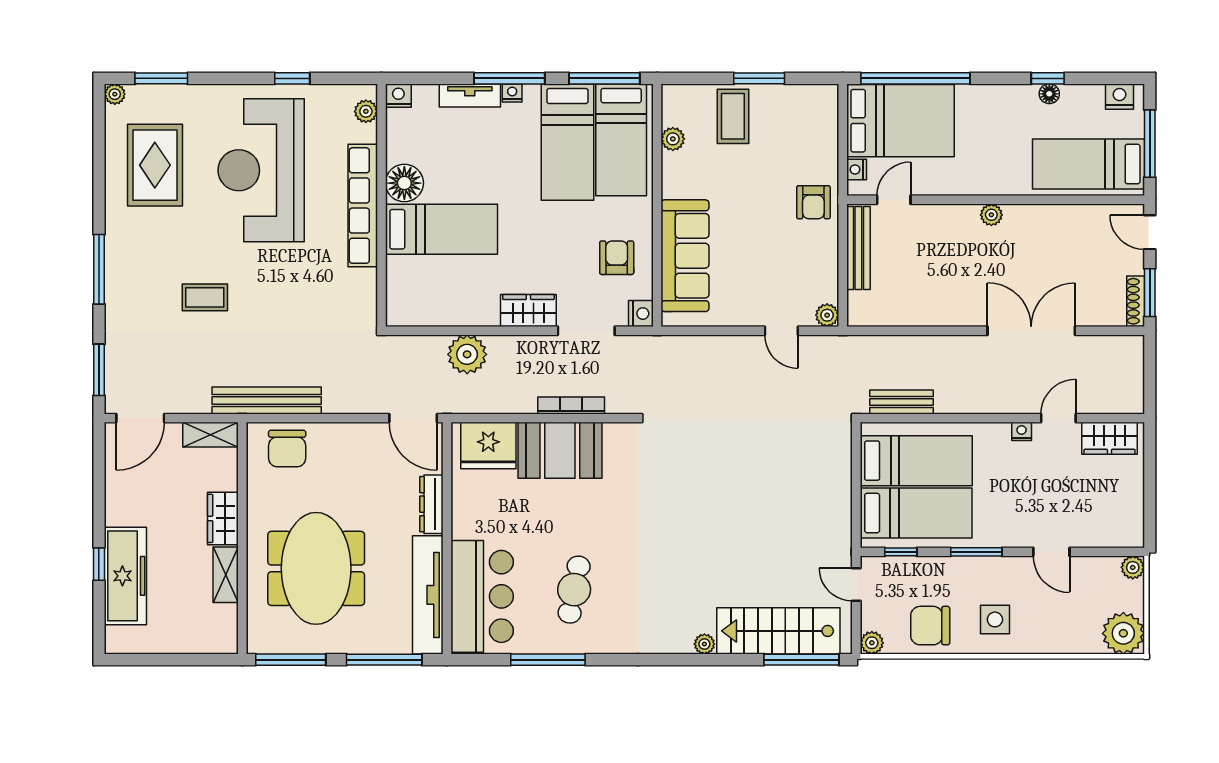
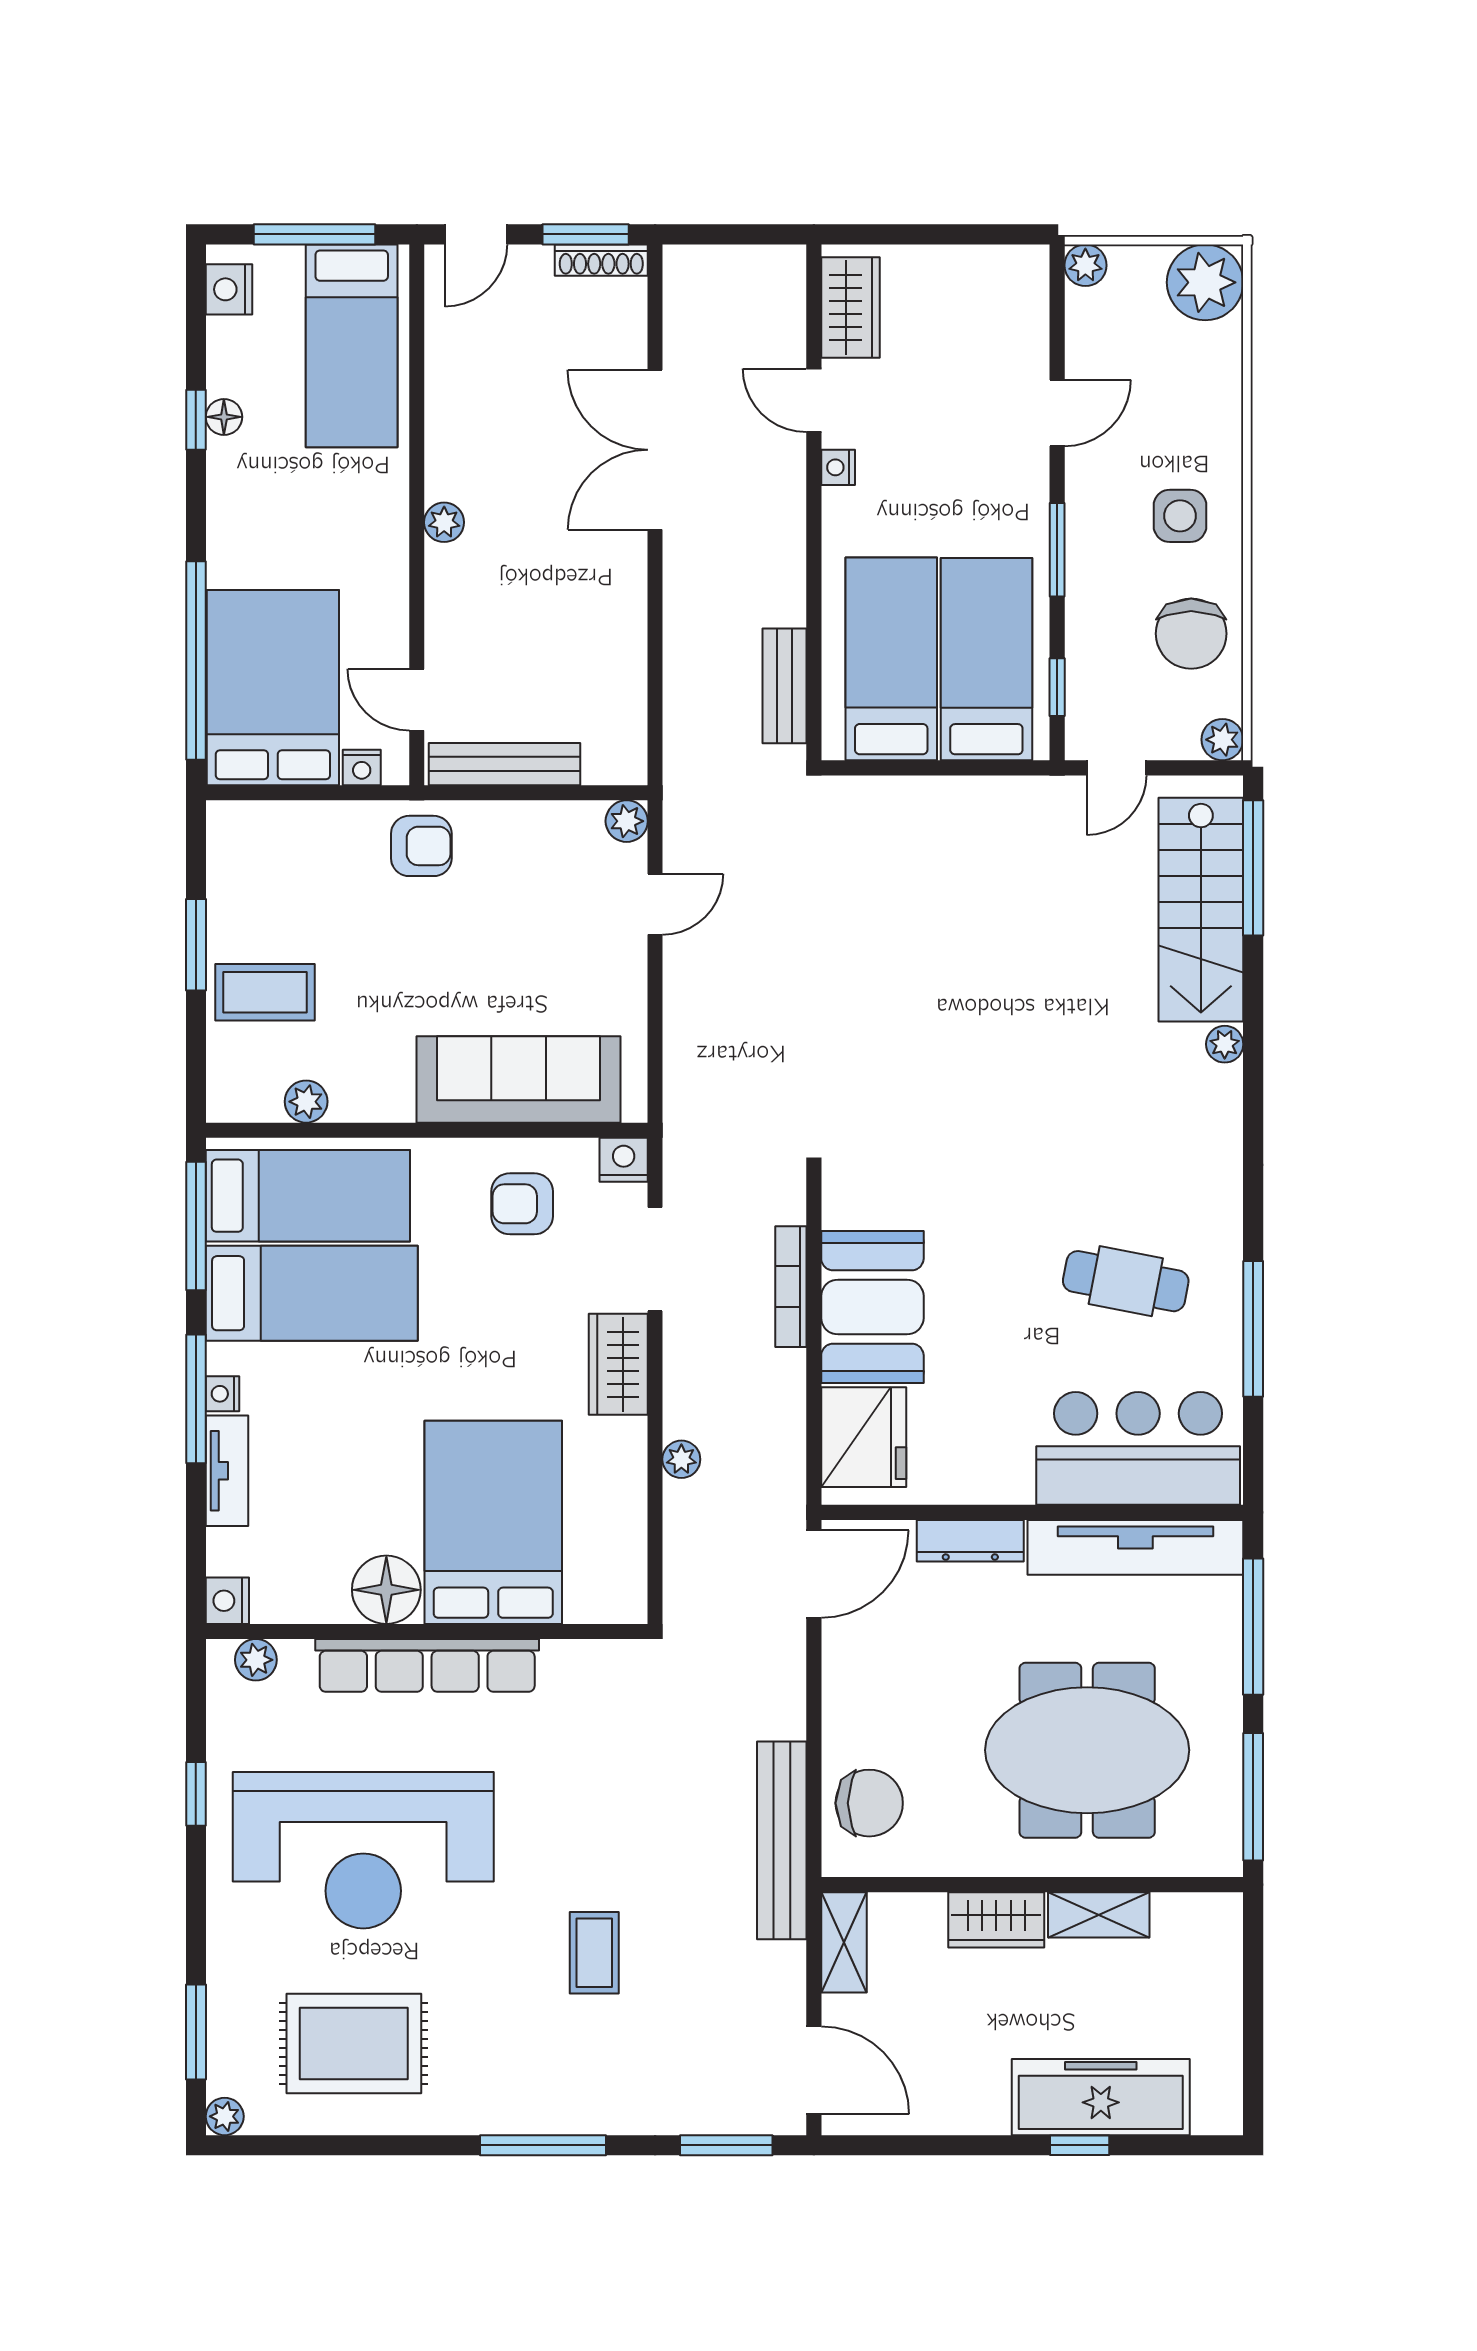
bed: (441, 229) -> (493, 1522), width x1.50
plant: (467, 354) -> (681, 1459), width x0.53, depth x0.53

